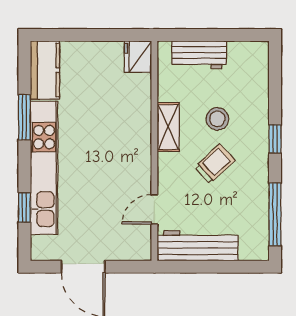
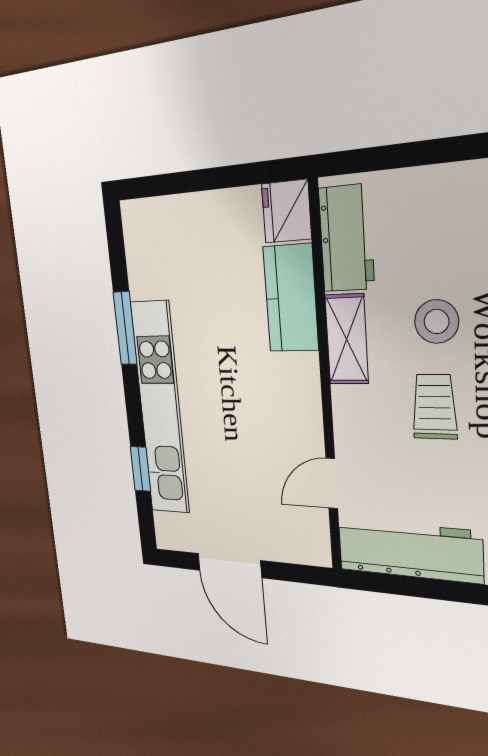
workbench: (199, 55) -> (346, 238), moved, turned -90
kitchen counter: (45, 70) -> (291, 298), moved, turned 180
trolley: (215, 164) -> (434, 407), turned -47

